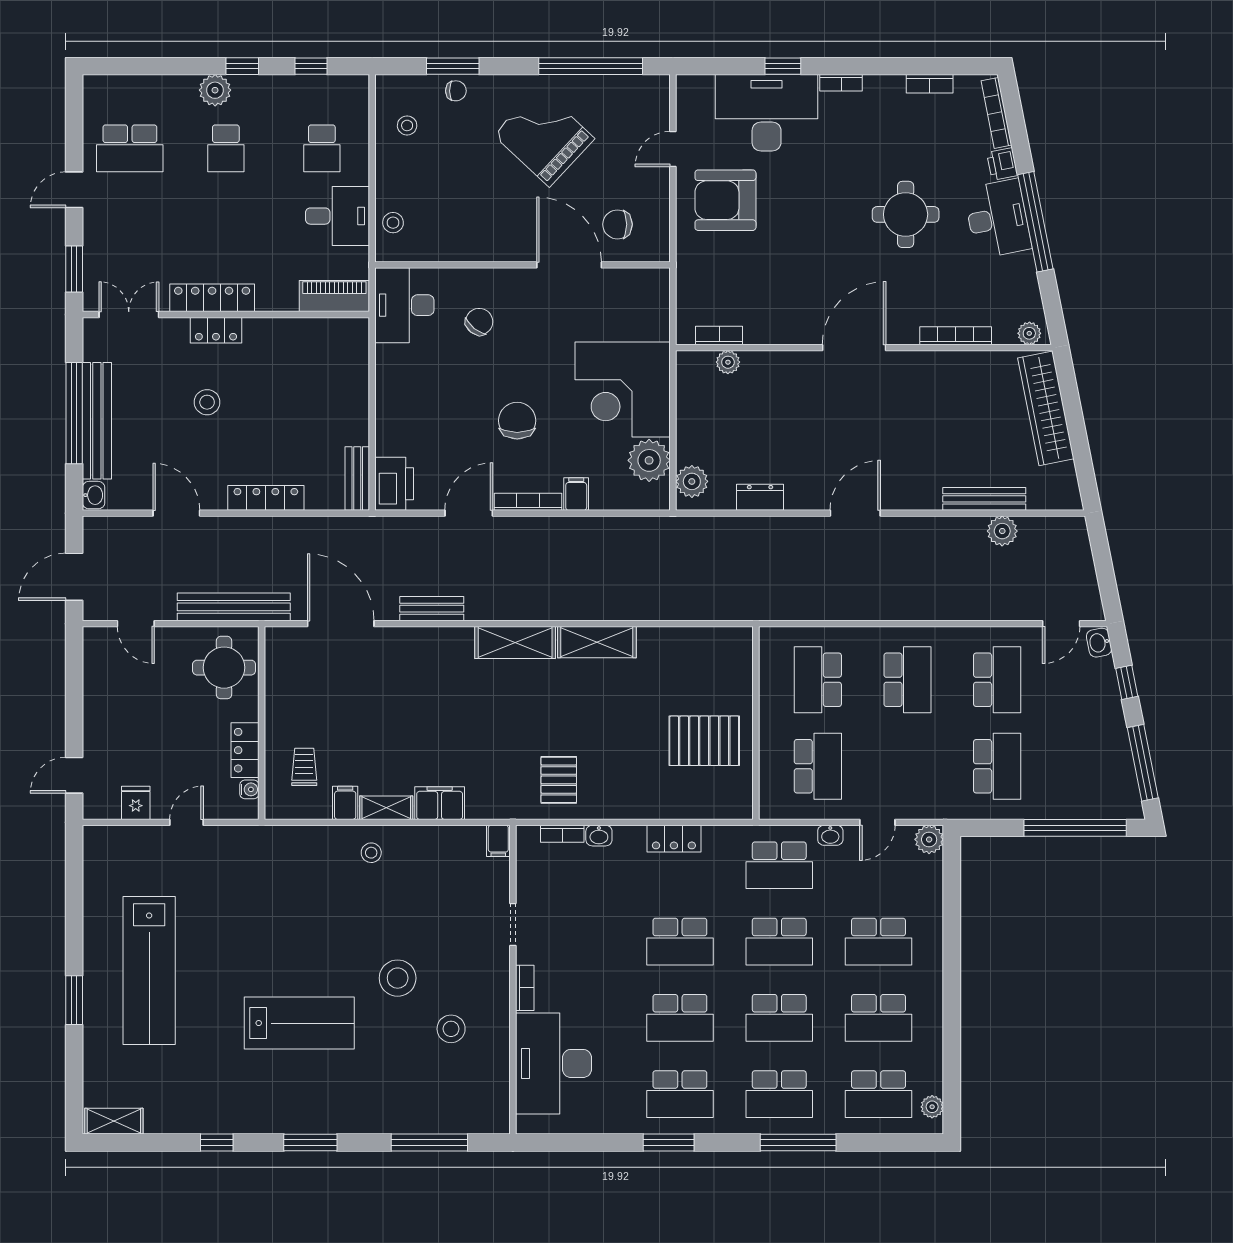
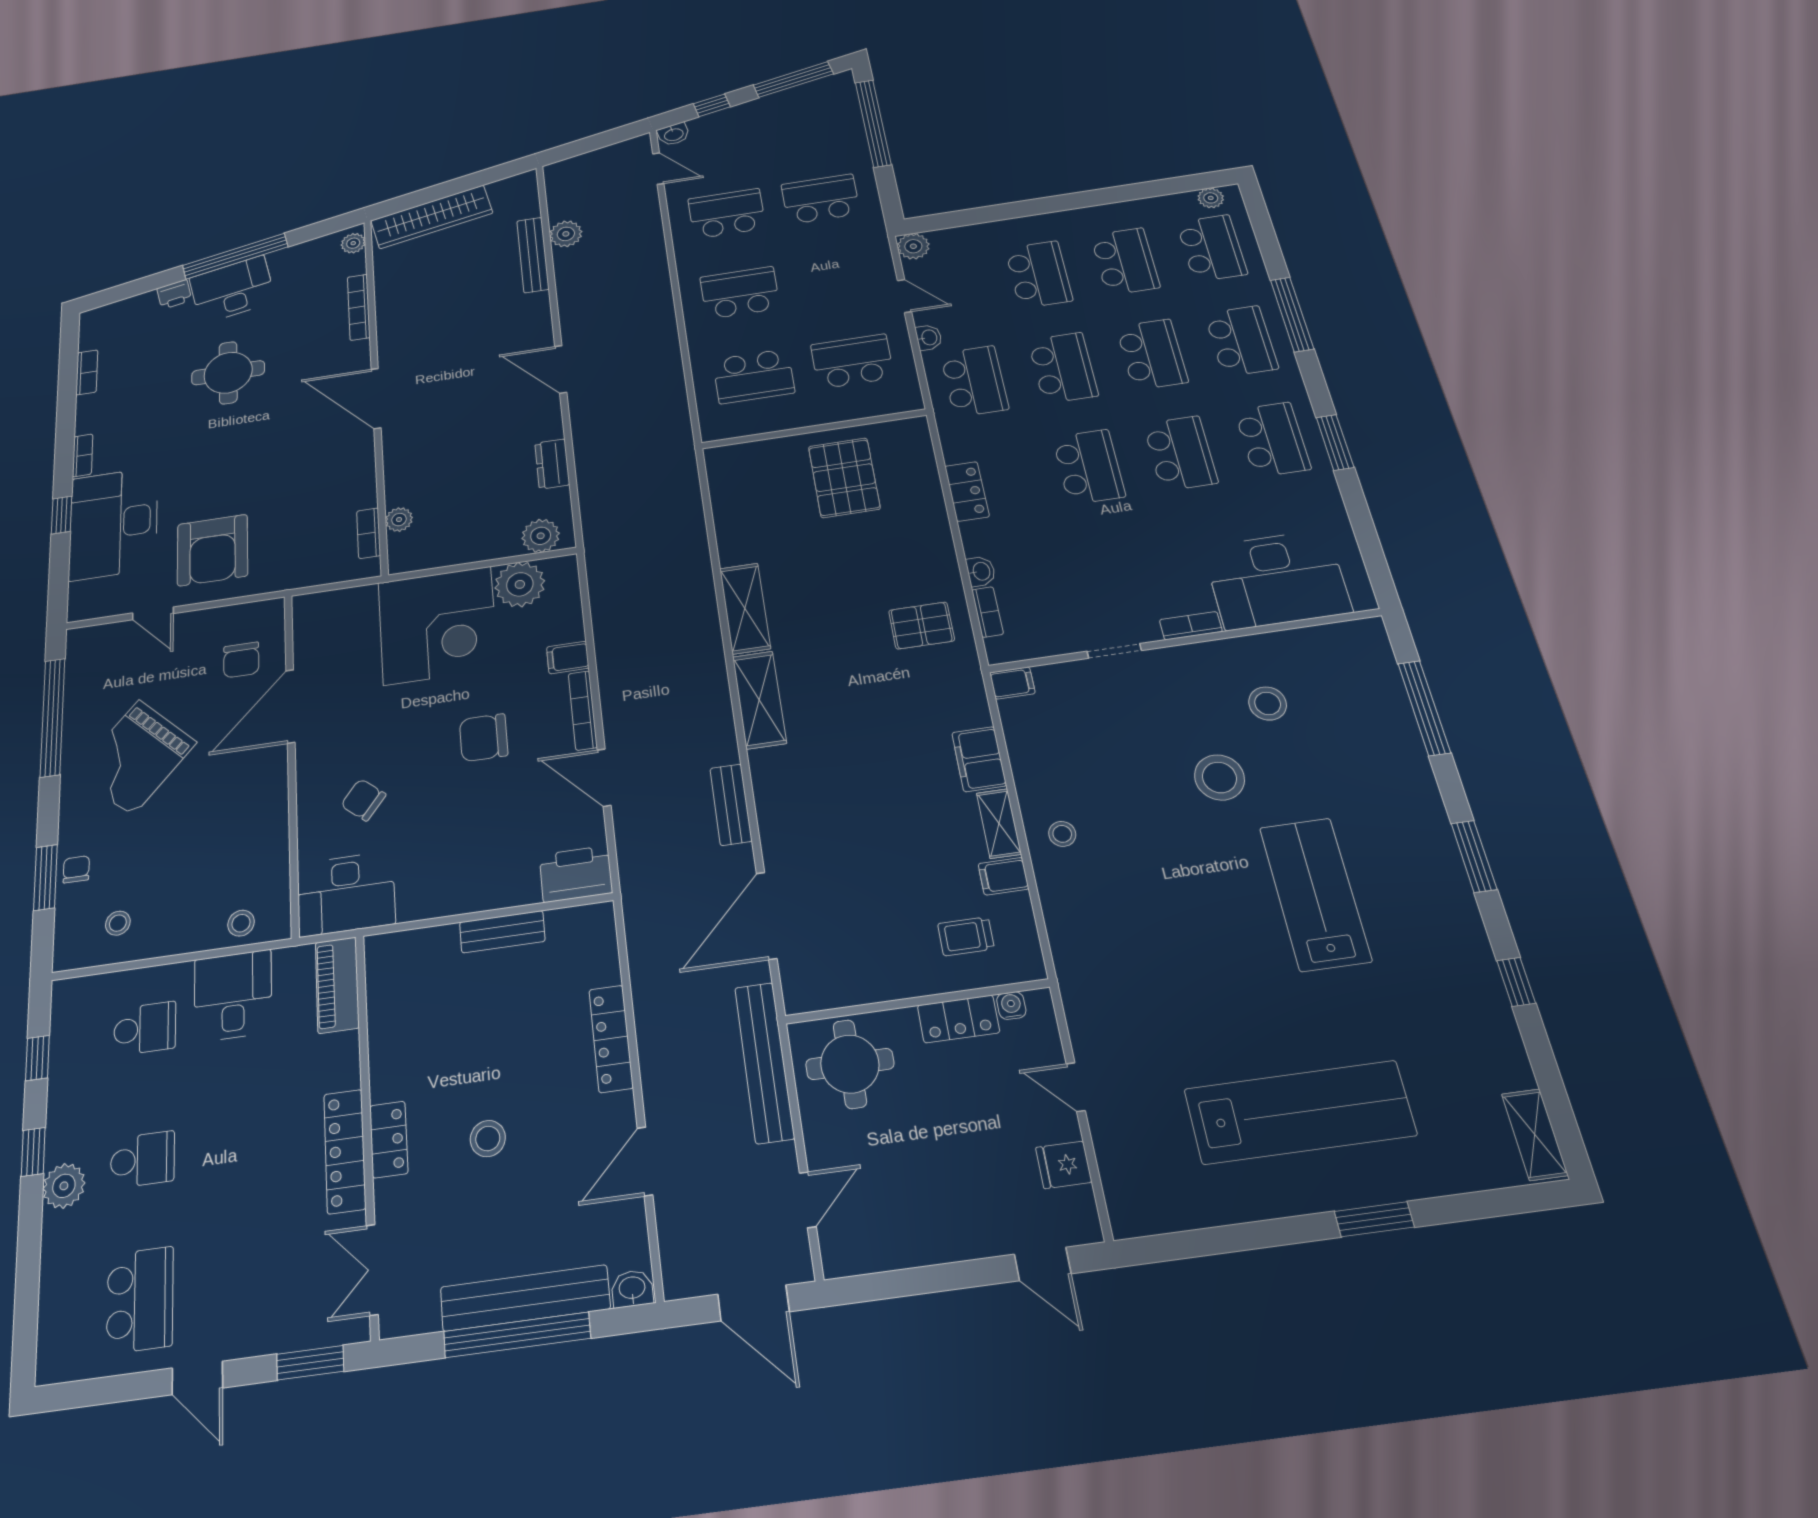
bookcase: (996, 113) -> (120, 308), removed
bench: (357, 479) -> (502, 932), moved

